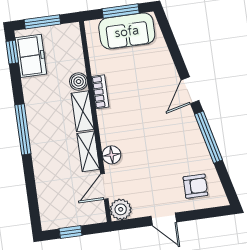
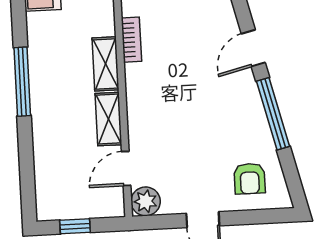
boiler: (79, 82) -> (103, 23), removed
floor lamp: (112, 155) -> (140, 126), removed
armchair: (195, 186) -> (250, 179), turned 90

